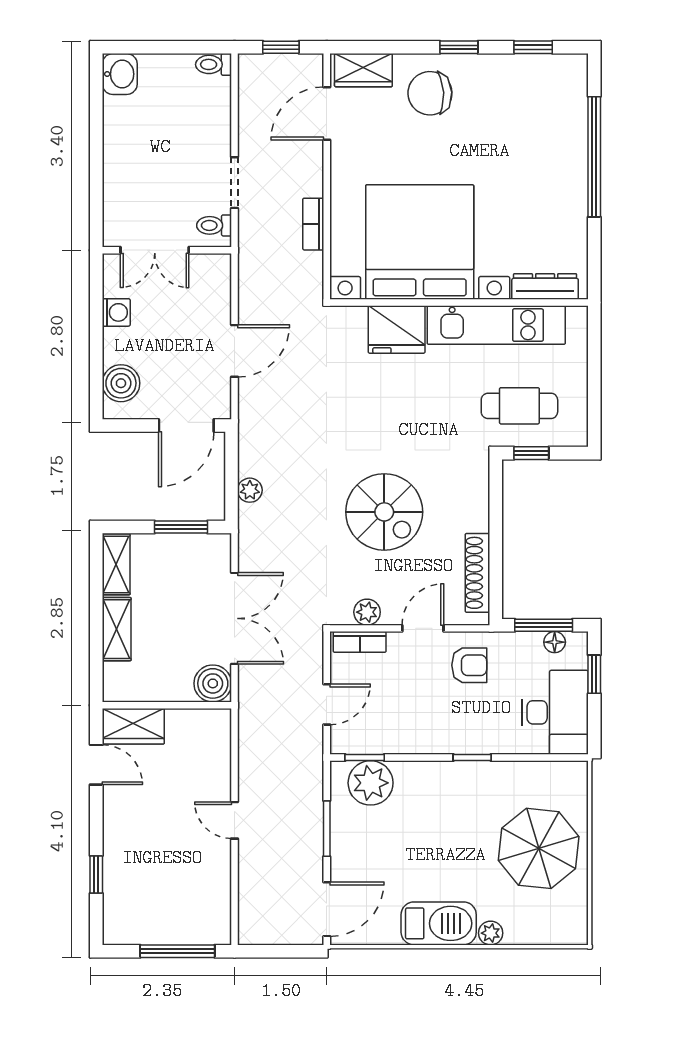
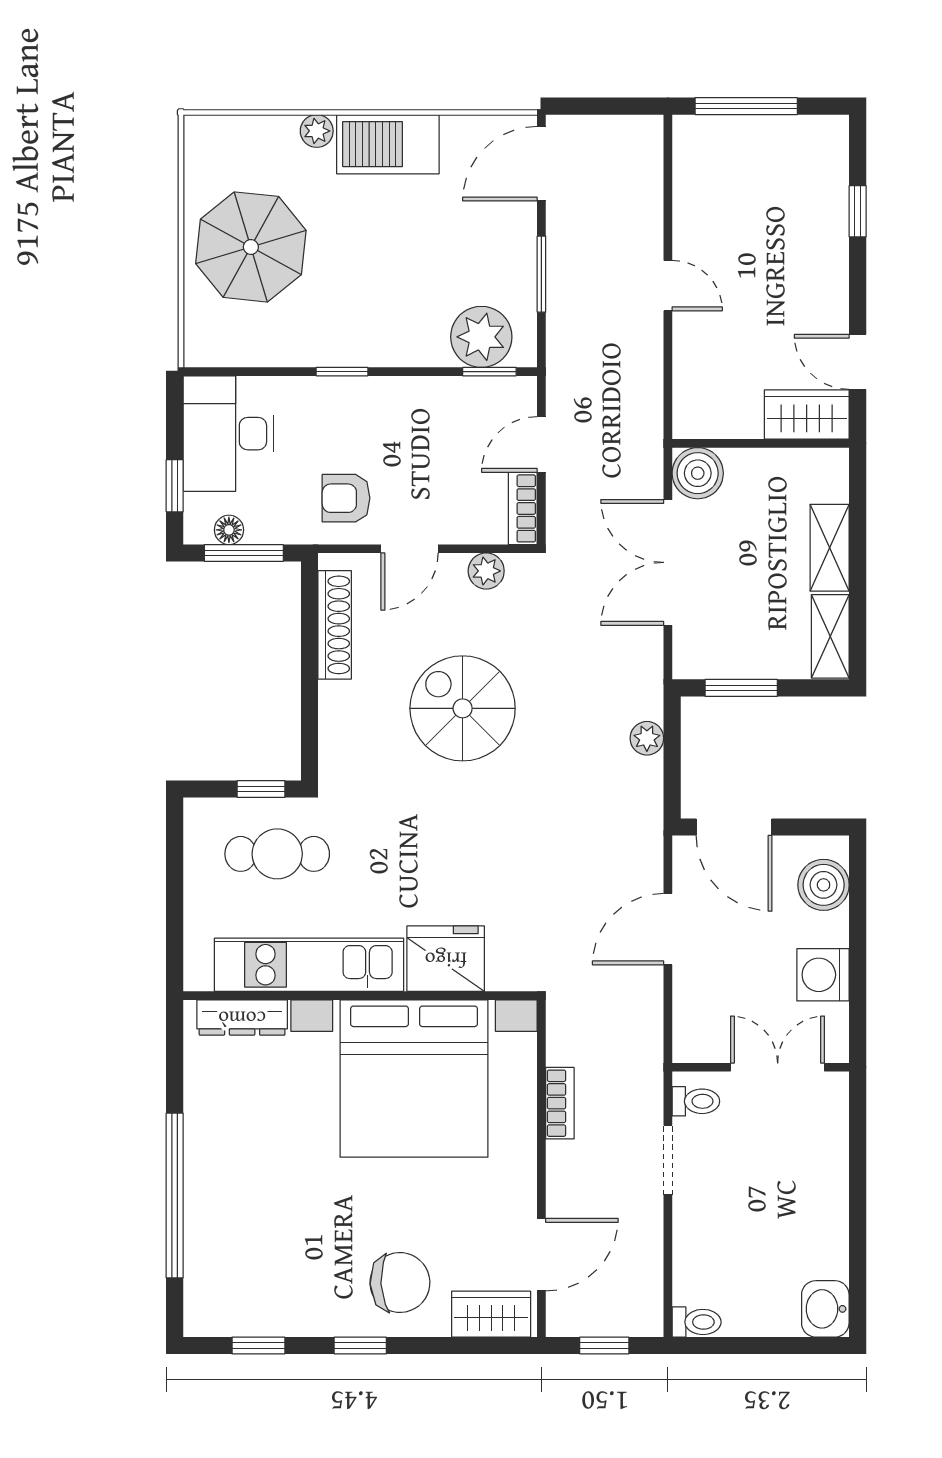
washing machine: (116, 312) -> (823, 975), width x1.38, depth x1.38
door: (186, 425) -> (734, 827), swing flipped
bookcase: (360, 642) -> (523, 508), moved, turned -90

